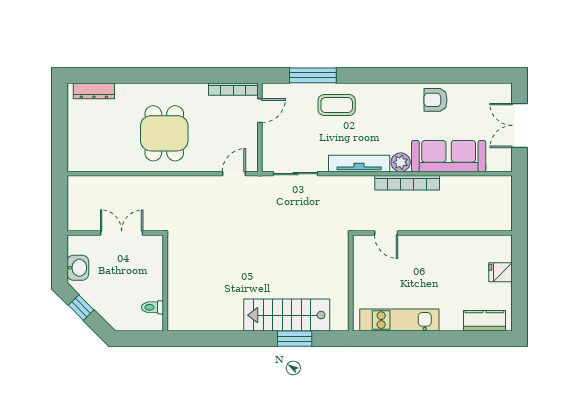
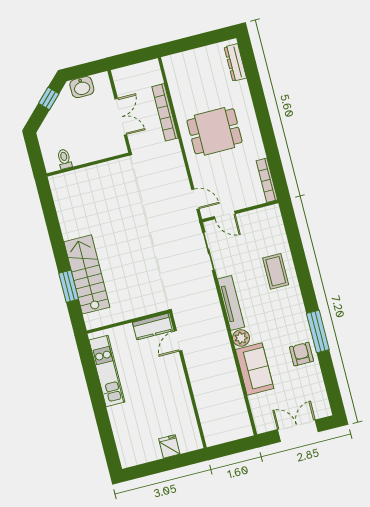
window: (313, 75) -> (318, 331), moved
door: (260, 111) -> (225, 215), moved
sofa: (449, 156) -> (255, 369), width x0.73
bookcase: (407, 183) -> (165, 112), moved
kitchen counter: (484, 321) -> (152, 327), moved, turned 90

